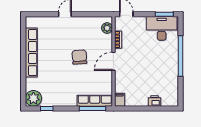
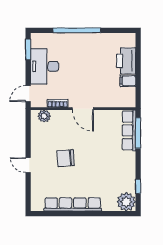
desk: (162, 28) -> (45, 66), moved
chair: (79, 57) -> (66, 158), moved
filing cabinet: (120, 100) -> (128, 81), moved
printer: (154, 101) -> (126, 61), width x1.87, depth x1.48

